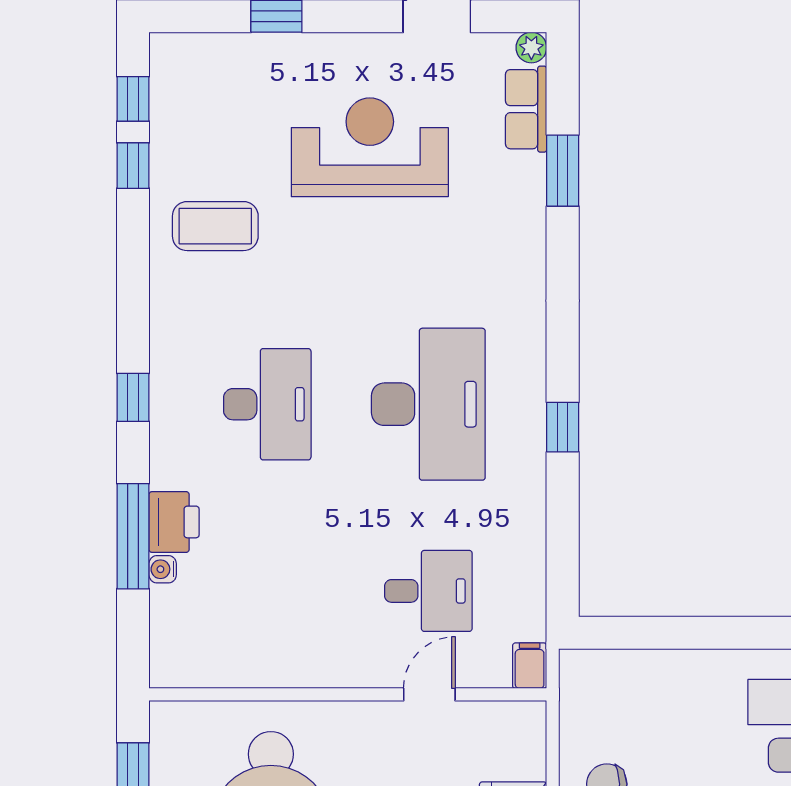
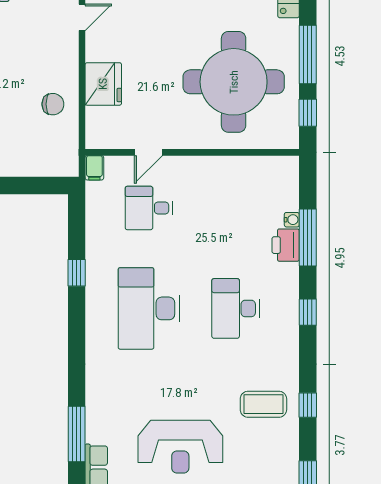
window: (133, 166) -> (308, 405), moved
window: (563, 171) -> (77, 434), width x1.44
window: (563, 427) -> (77, 273), moved

